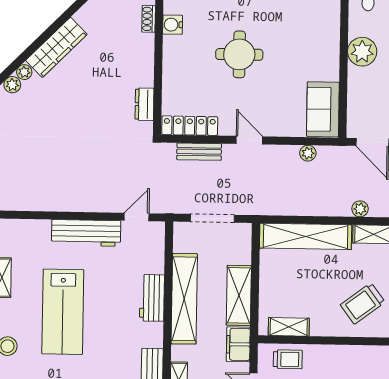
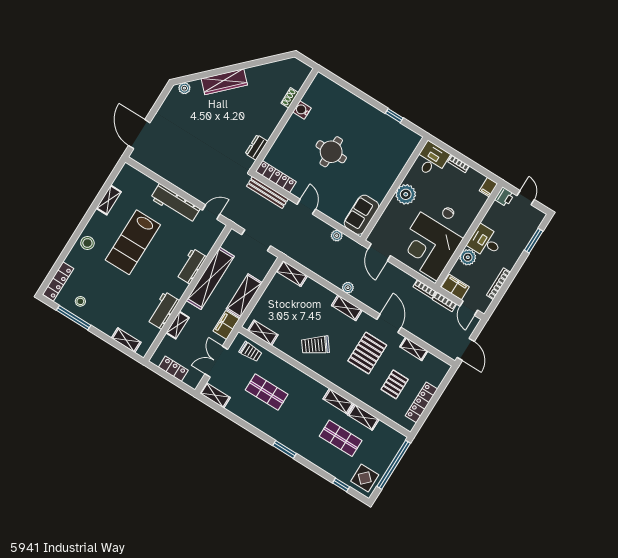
plant: (24, 72) -> (196, 85), removed
bench: (199, 152) -> (267, 193), width x1.36
shelving: (306, 236) -> (292, 273), width x0.45, depth x0.75

